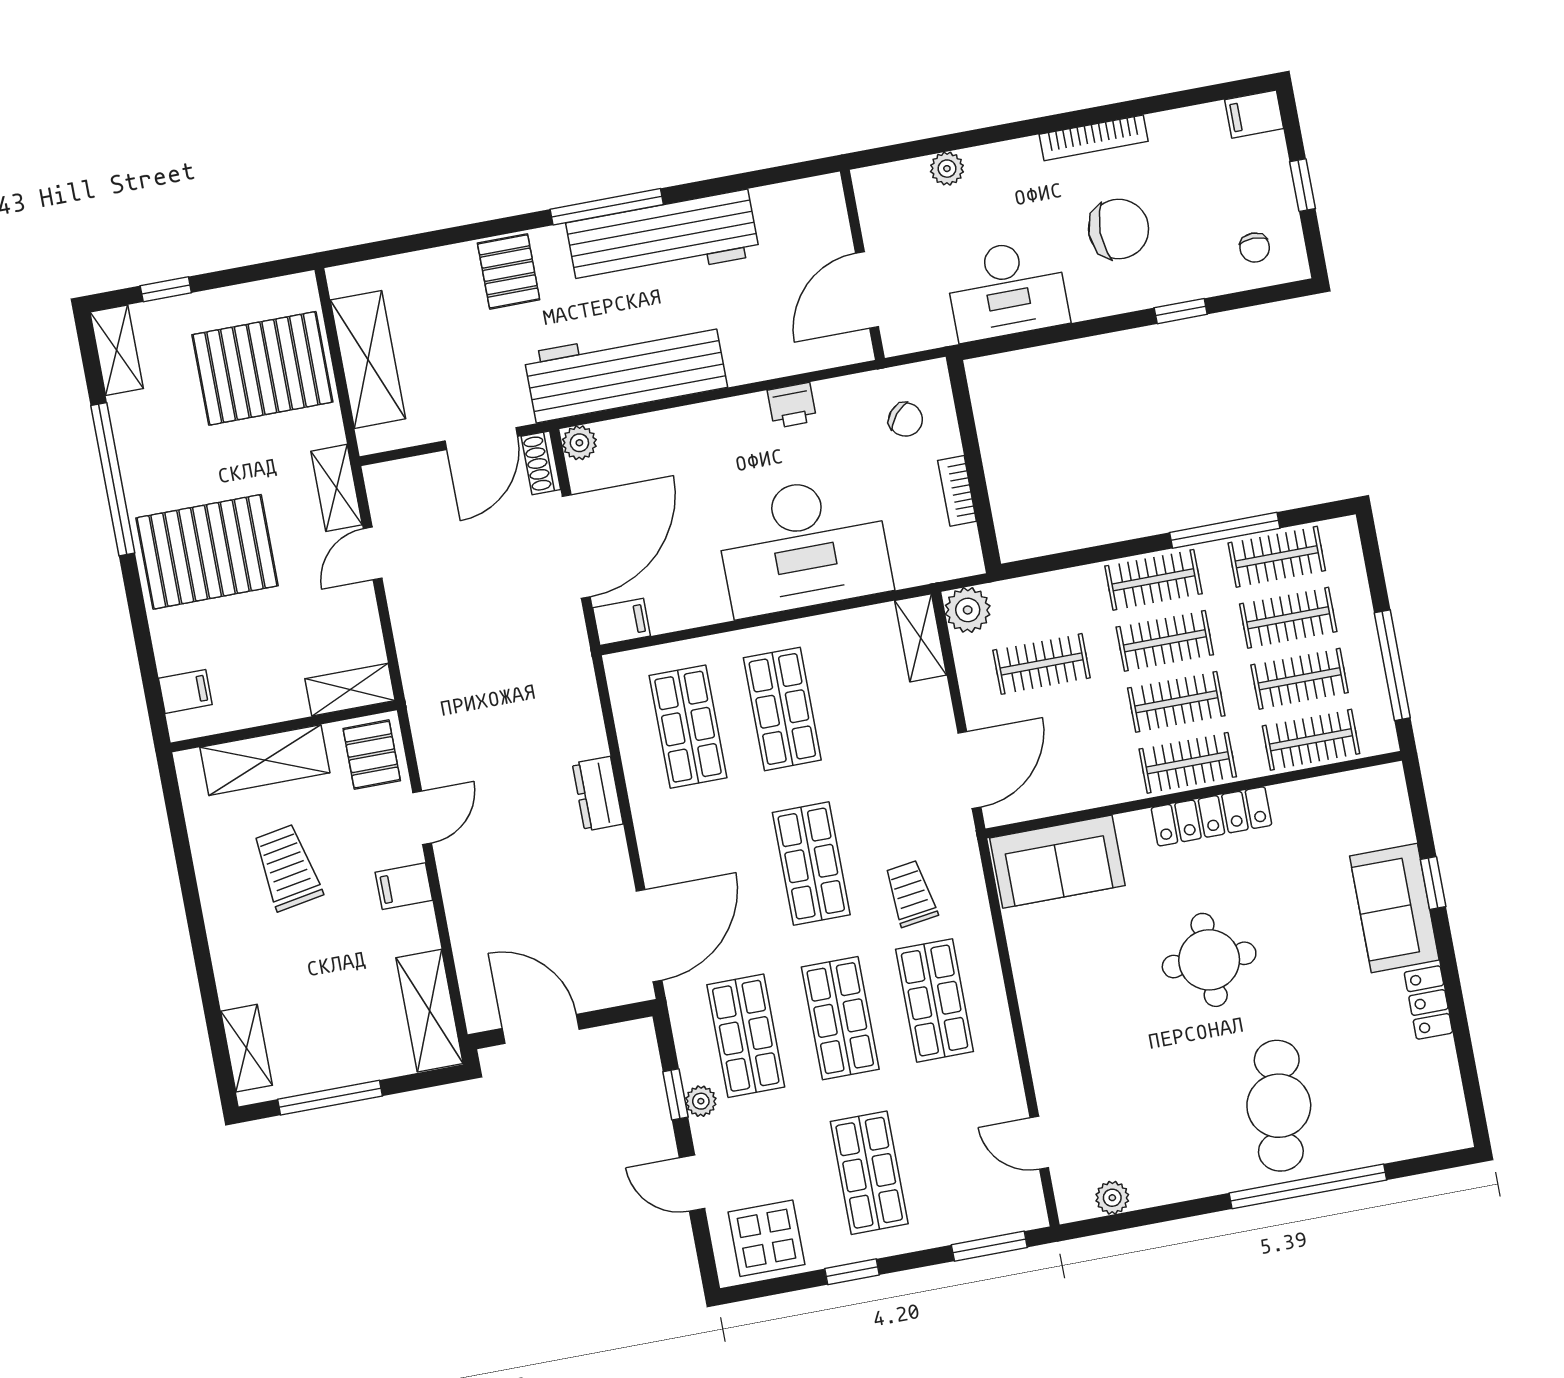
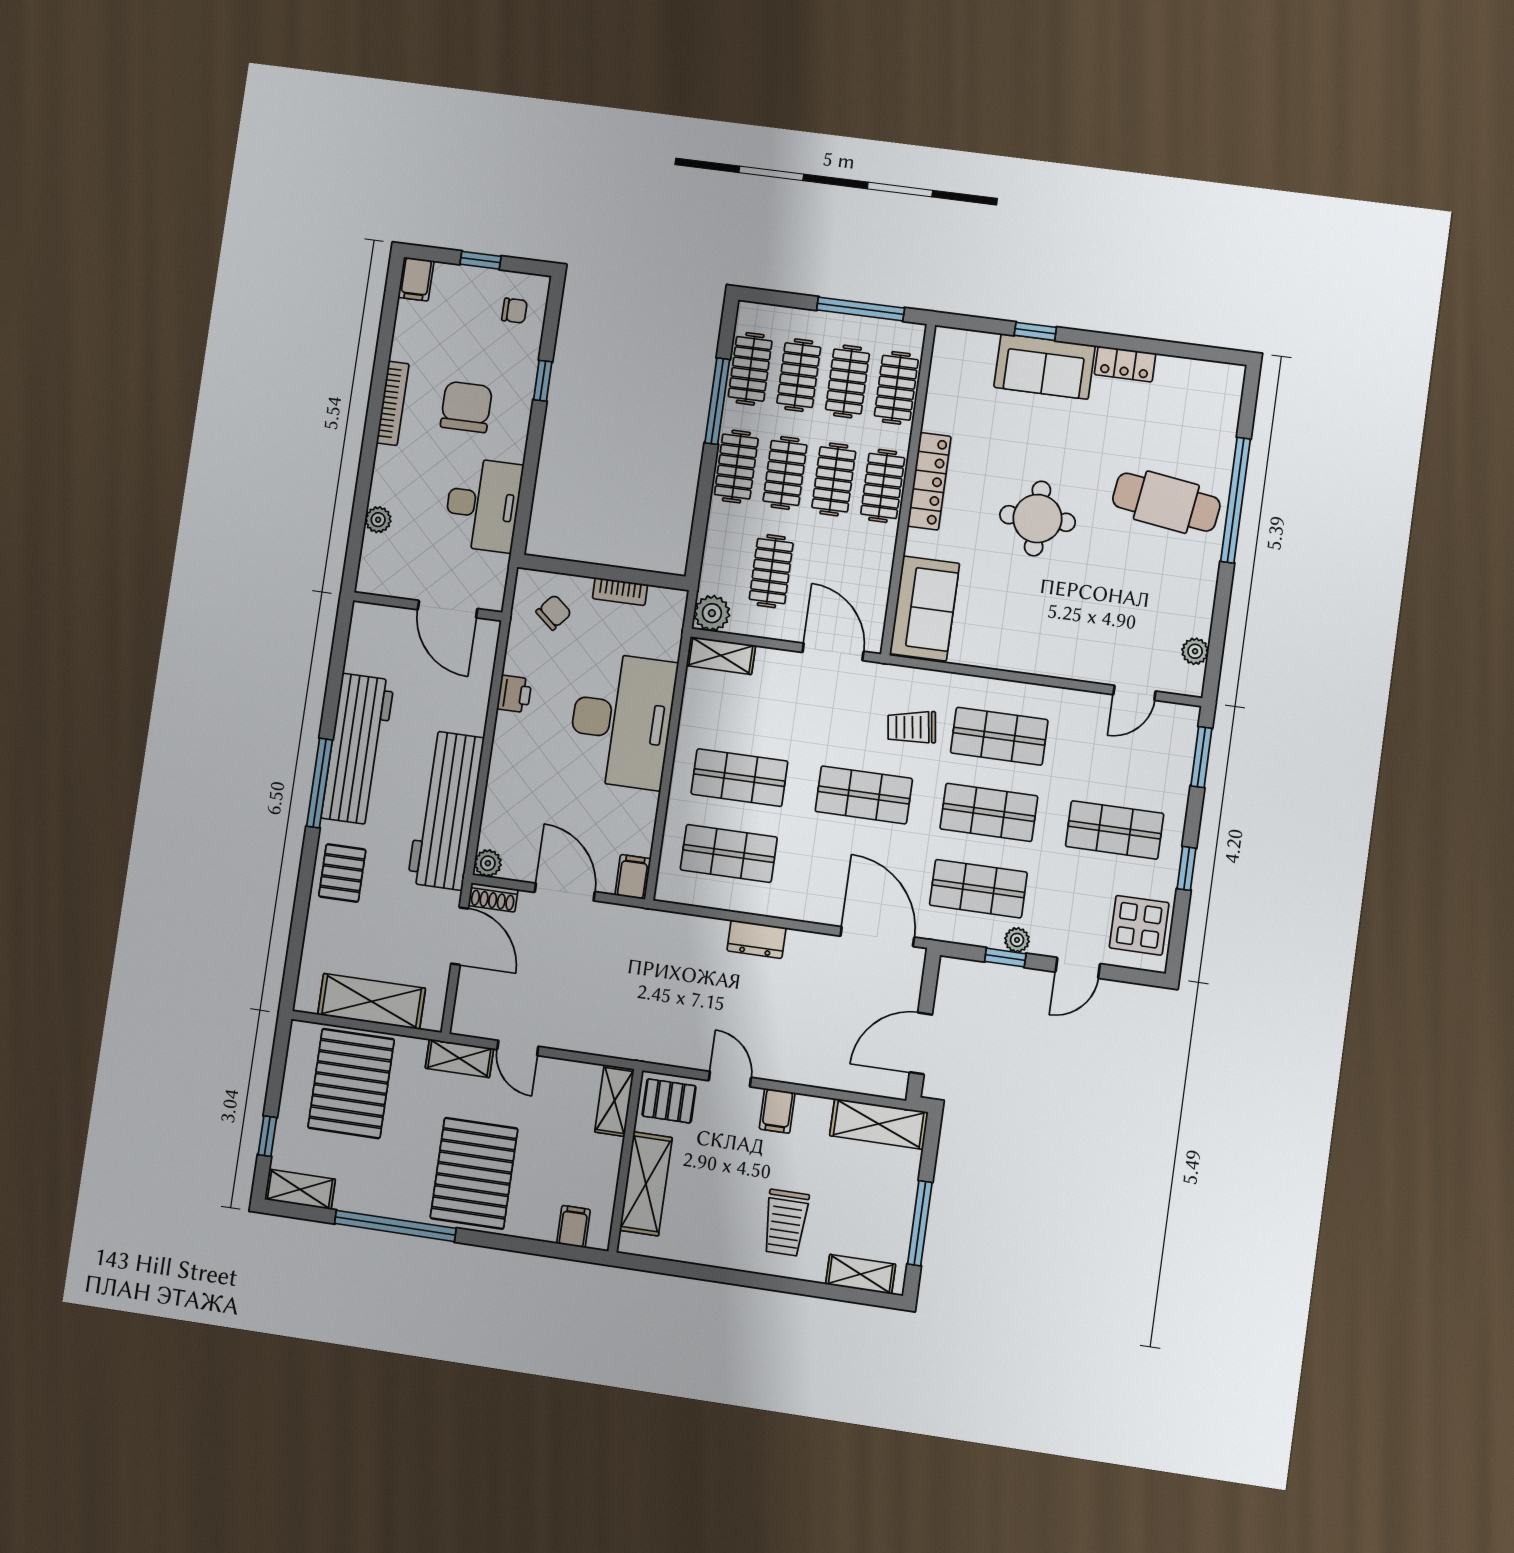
pallet: (509, 271) -> (342, 873), turned 90
door: (576, 547) -> (565, 892), width x0.73
trolley: (287, 868) -> (786, 1223), moved, turned -80

